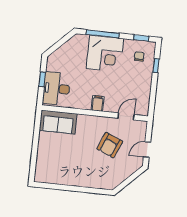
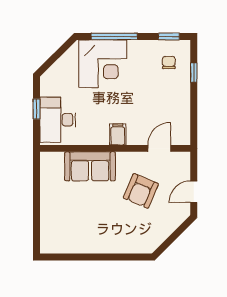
corner desk: (105, 54) -> (103, 64), moved
sofa: (58, 122) -> (90, 166), moved

